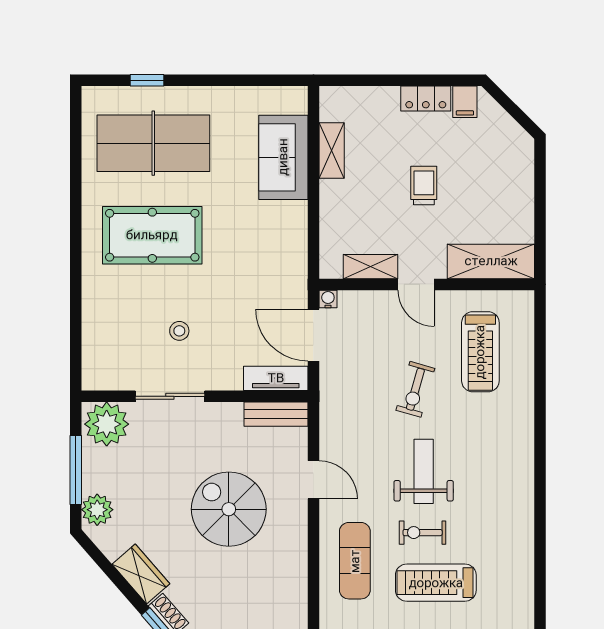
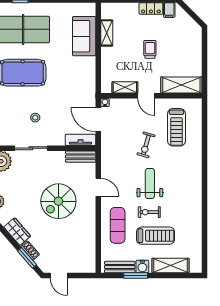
spiral stairs: (229, 509) -> (58, 201), turned -90
treadmill: (436, 583) -> (156, 236), turned 180

